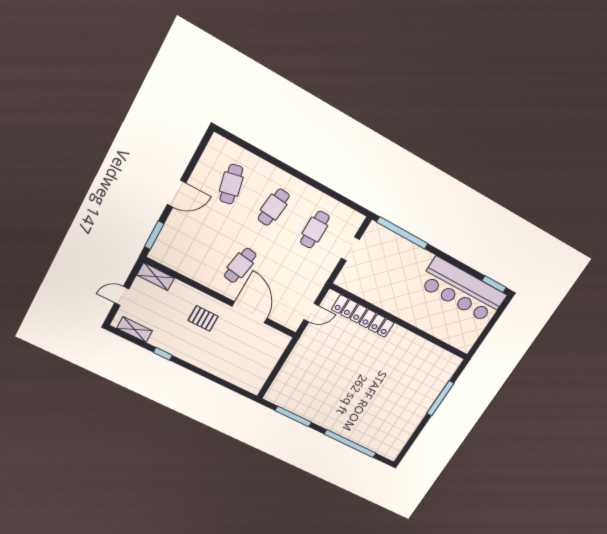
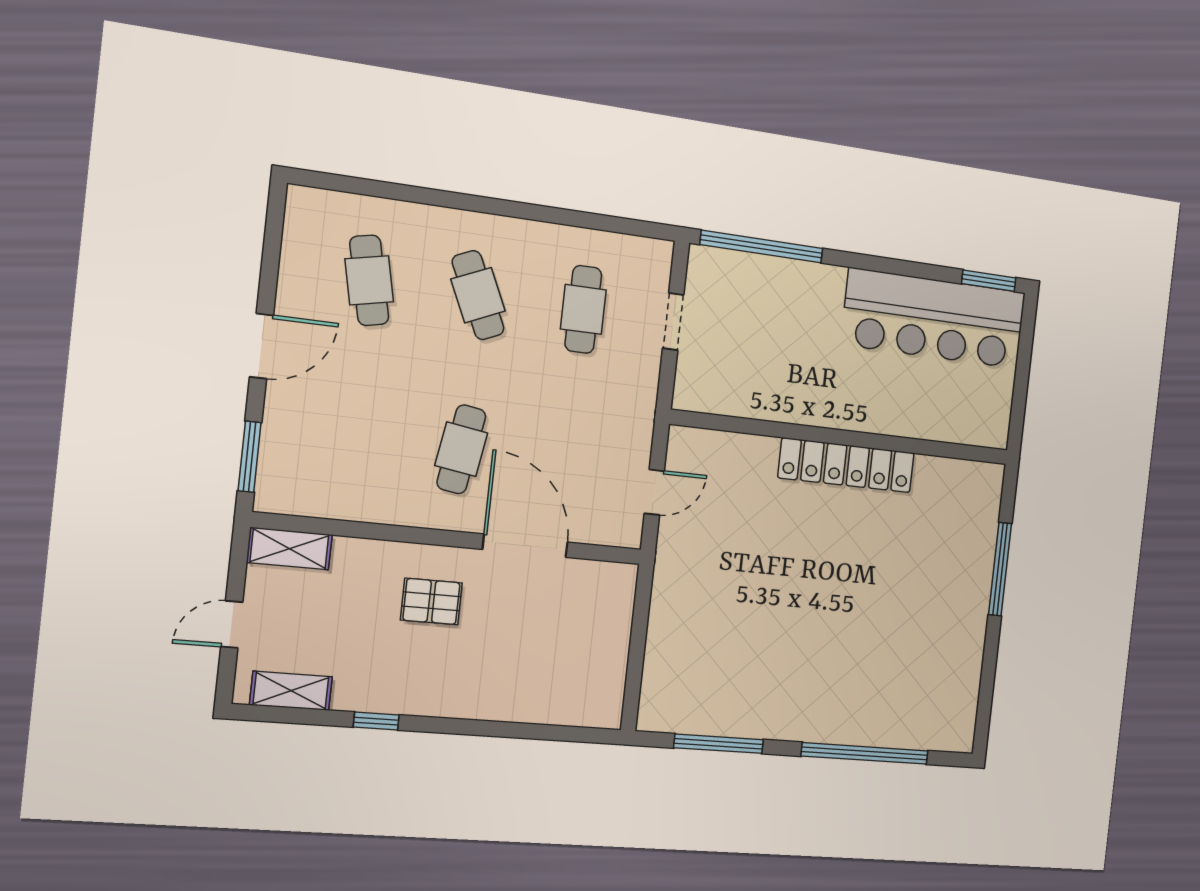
cafe table: (274, 207) -> (478, 295), turned -30
locker: (363, 316) -> (846, 465), moved

